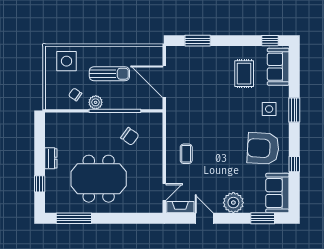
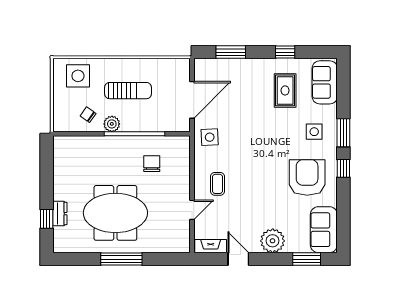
window: (270, 41) -> (285, 52), moved
door: (164, 82) -> (192, 100), swing flipped
side table: (179, 114) -> (210, 137), added
chair: (130, 136) -> (152, 164), turned -126
armchair: (263, 148) -> (307, 178), turned 87
dresser: (51, 158) -> (60, 214), moved
window: (294, 164) -> (343, 168), moved
door: (164, 192) -> (192, 210), moved
window: (74, 218) -> (121, 259), moved

